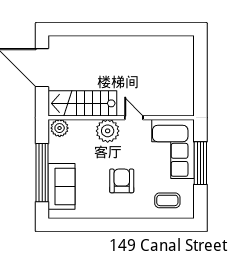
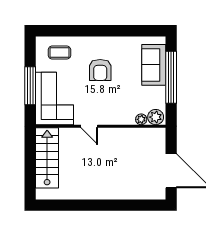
stairs: (83, 103) -> (47, 158), moved, turned -90
plant: (108, 131) -> (141, 119), moved, width x0.53, depth x0.53

